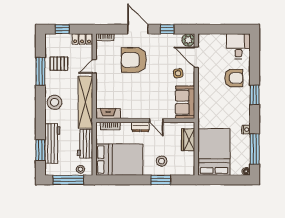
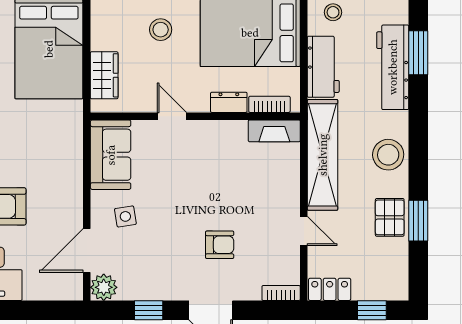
door: (196, 57) -> (87, 250), swing flipped
armchair: (134, 60) -> (220, 245), width x0.53, depth x0.53
pallet: (59, 64) -> (390, 217), moved, turned 90
door: (94, 66) -> (304, 231), hinge flipped
window: (40, 71) -> (418, 221), width x0.69
dresser: (140, 127) -> (229, 102), moved

